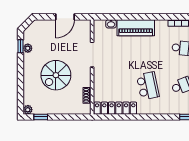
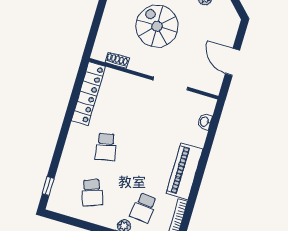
piano: (136, 28) -> (184, 171), moved
school desk: (148, 86) -> (106, 147), width x0.54

